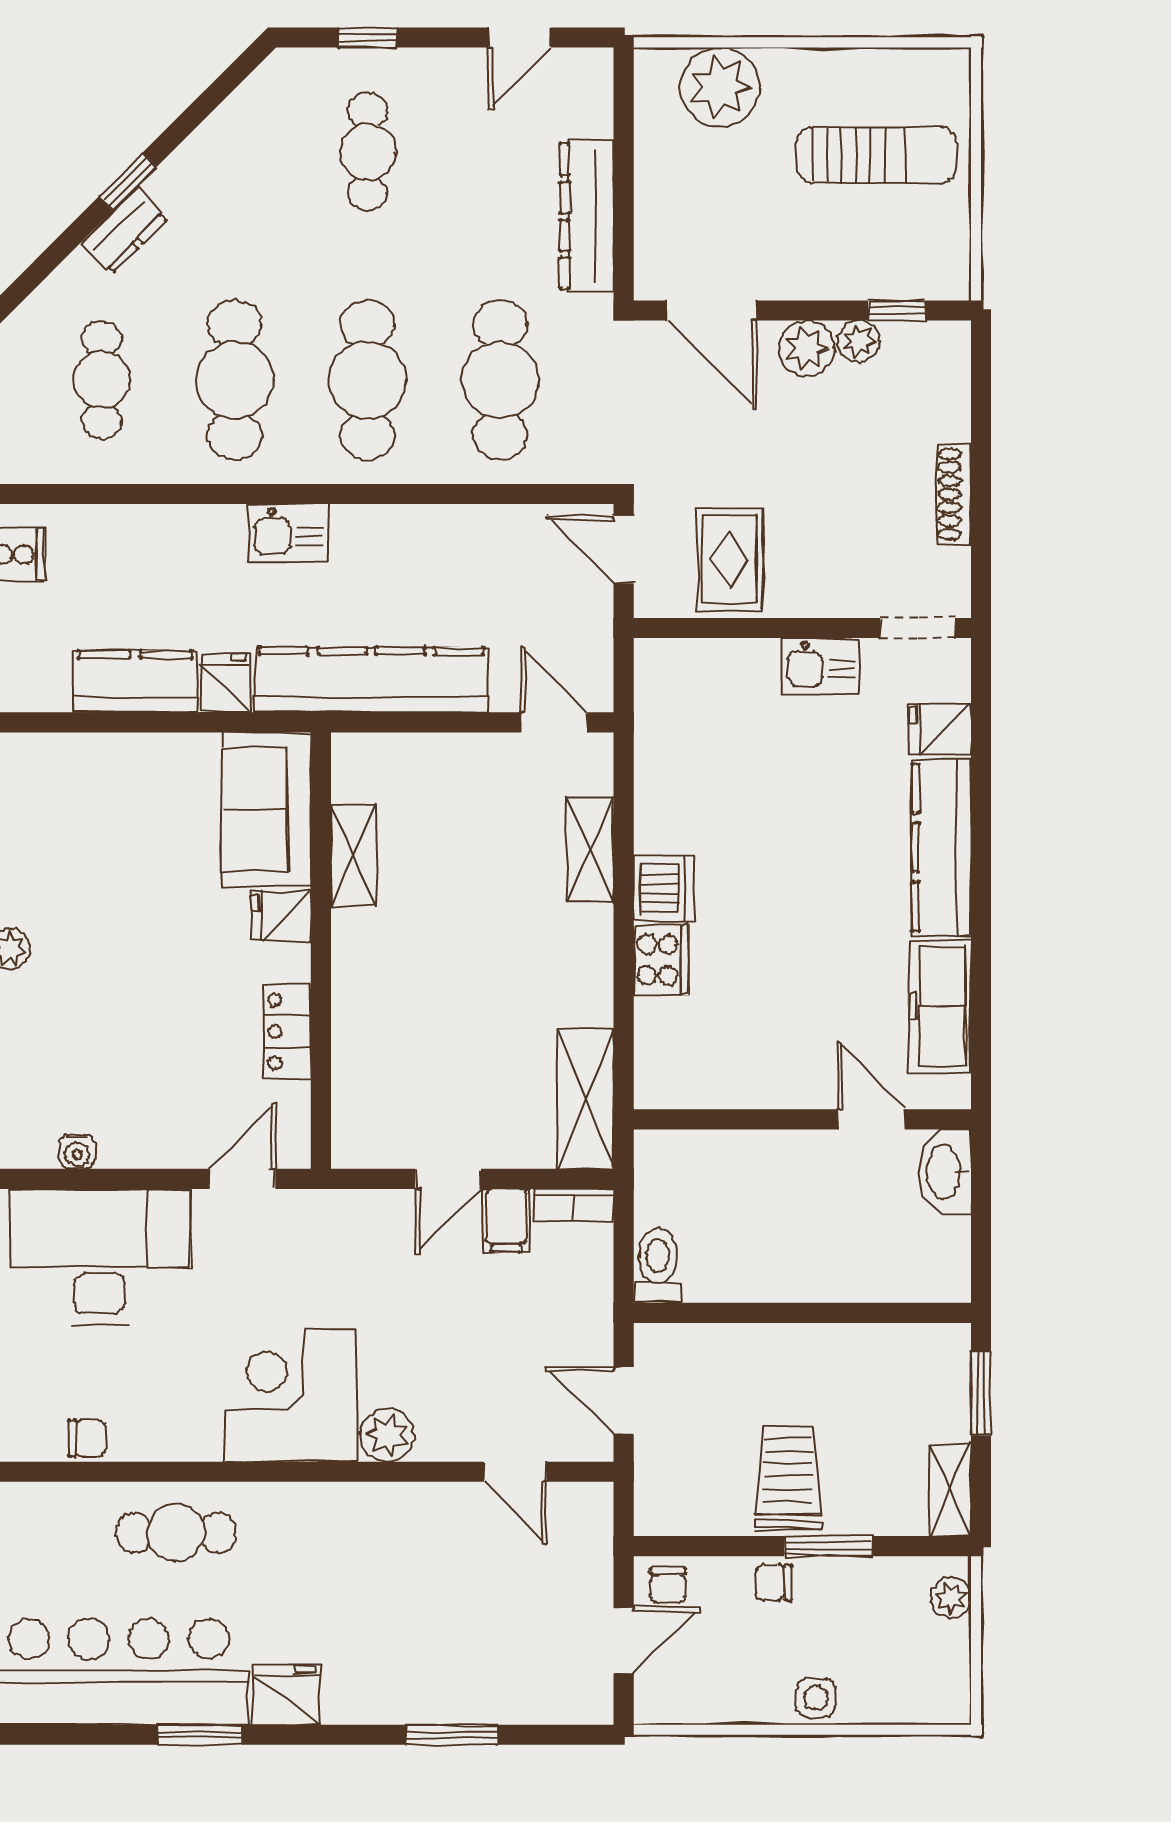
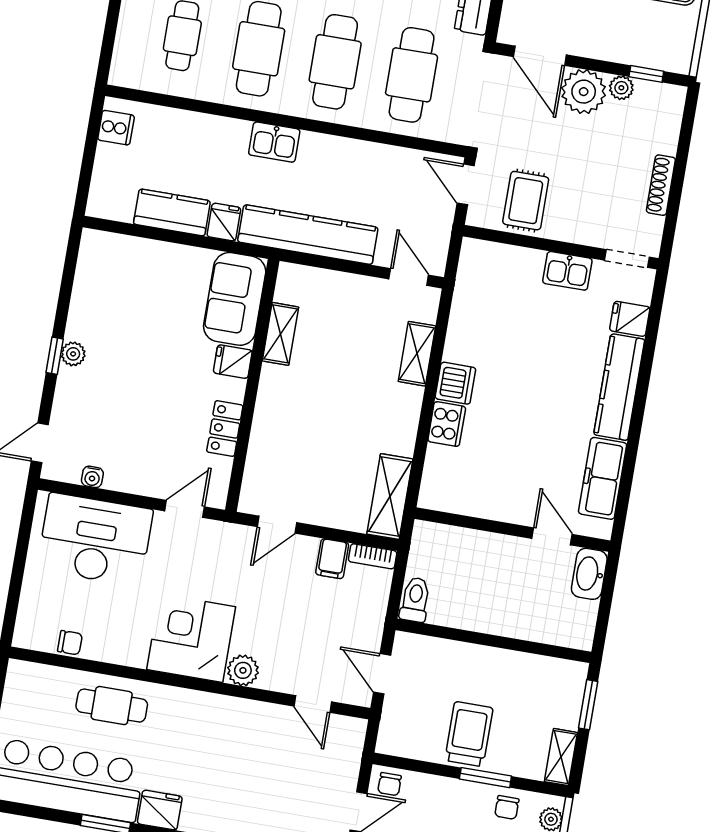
plant: (806, 348) -> (584, 92), width x1.36, depth x1.36
door: (448, 1179) -> (277, 525), moved
chair: (774, 1583) -> (507, 807), moved, turned -90

